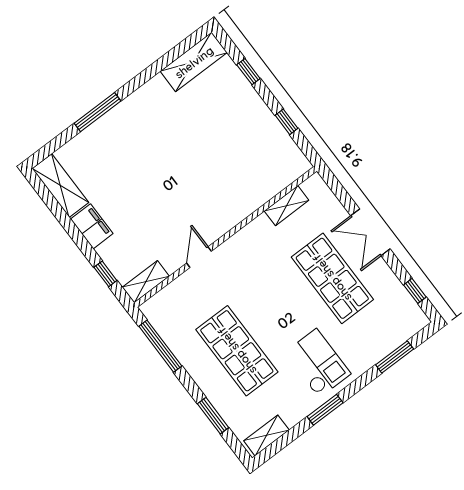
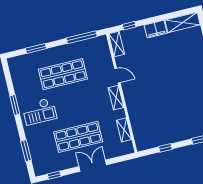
shelving: (266, 435) -> (116, 98), moved

